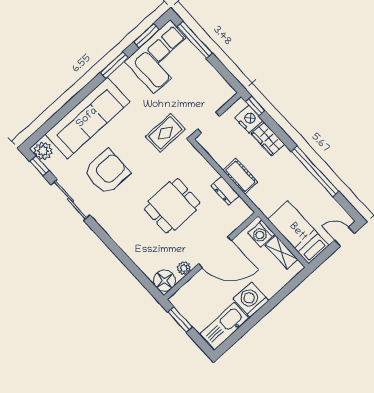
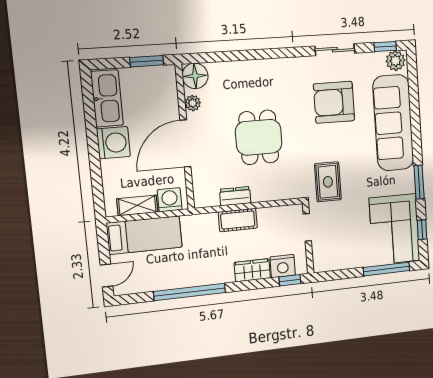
window: (146, 36) -> (422, 230), width x0.67
armchair: (107, 172) -> (334, 102), turned 90
sliding door: (70, 200) -> (335, 50), width x0.73

